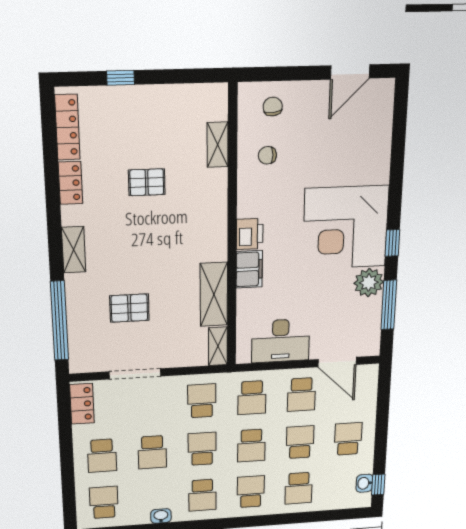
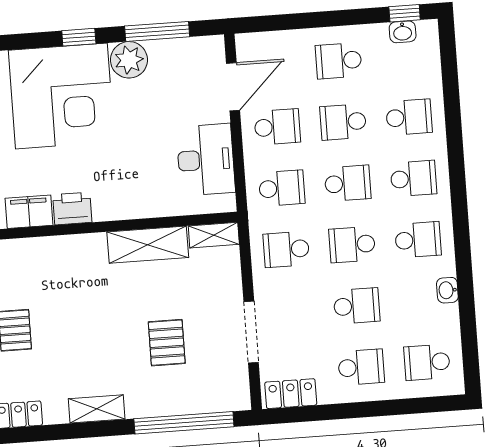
filing cabinet: (249, 269) -> (29, 212), moved
school desk: (251, 492) -> (413, 178), turned 180

